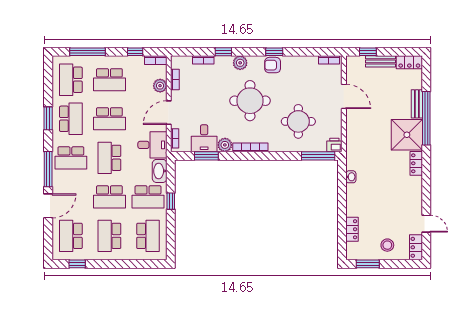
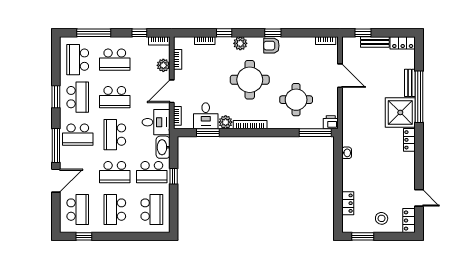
school desk: (71, 236) -> (78, 210), turned 180

